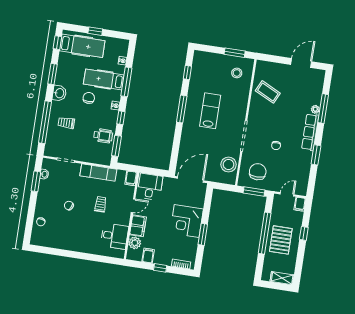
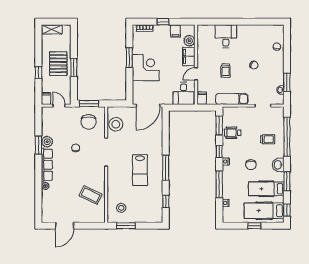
hospital bed: (104, 79) -> (266, 189), moved, turned 180
window: (323, 109) -> (38, 188), removed
plant: (306, 157) -> (47, 142), added
door: (287, 194) -> (59, 106), swing flipped
window: (265, 233) -> (74, 68), width x0.47
desk: (114, 236) -> (226, 36), moved, turned 90

